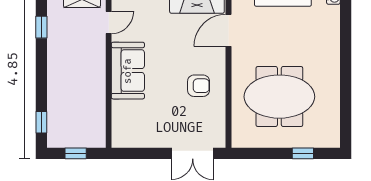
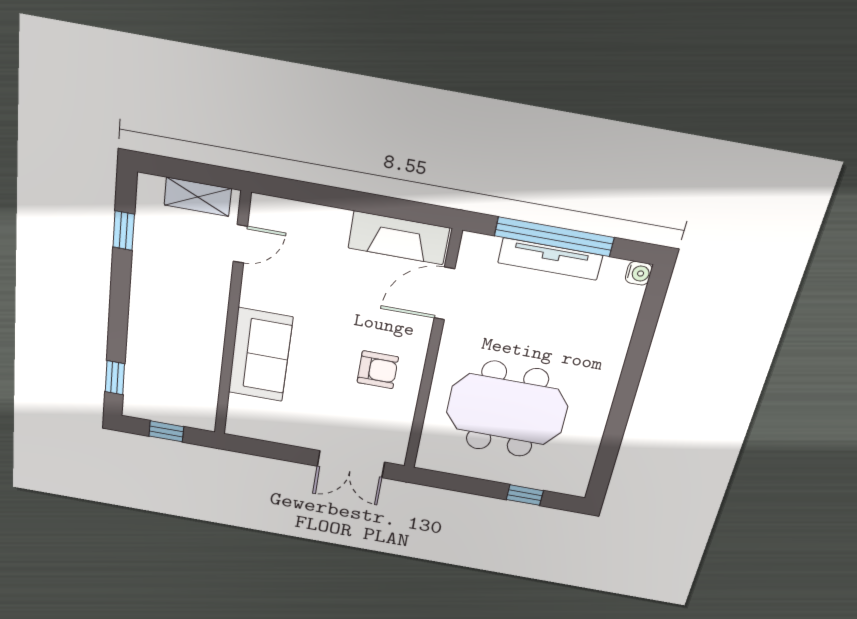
sofa: (128, 71) -> (260, 355), moved

